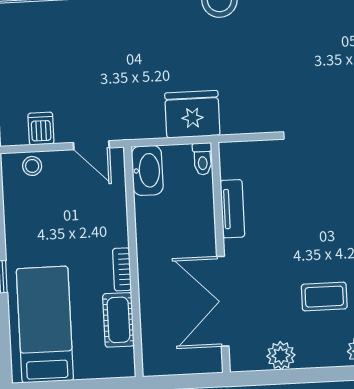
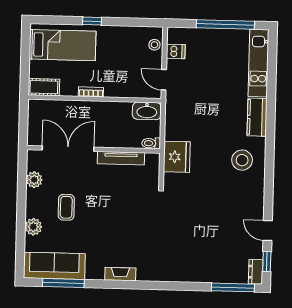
fridge: (192, 114) -> (177, 157), moved
door: (91, 145) -> (164, 80), hinge flipped
tv unit: (232, 209) -> (121, 158), width x1.41
cot: (118, 320) -> (44, 87), moved

